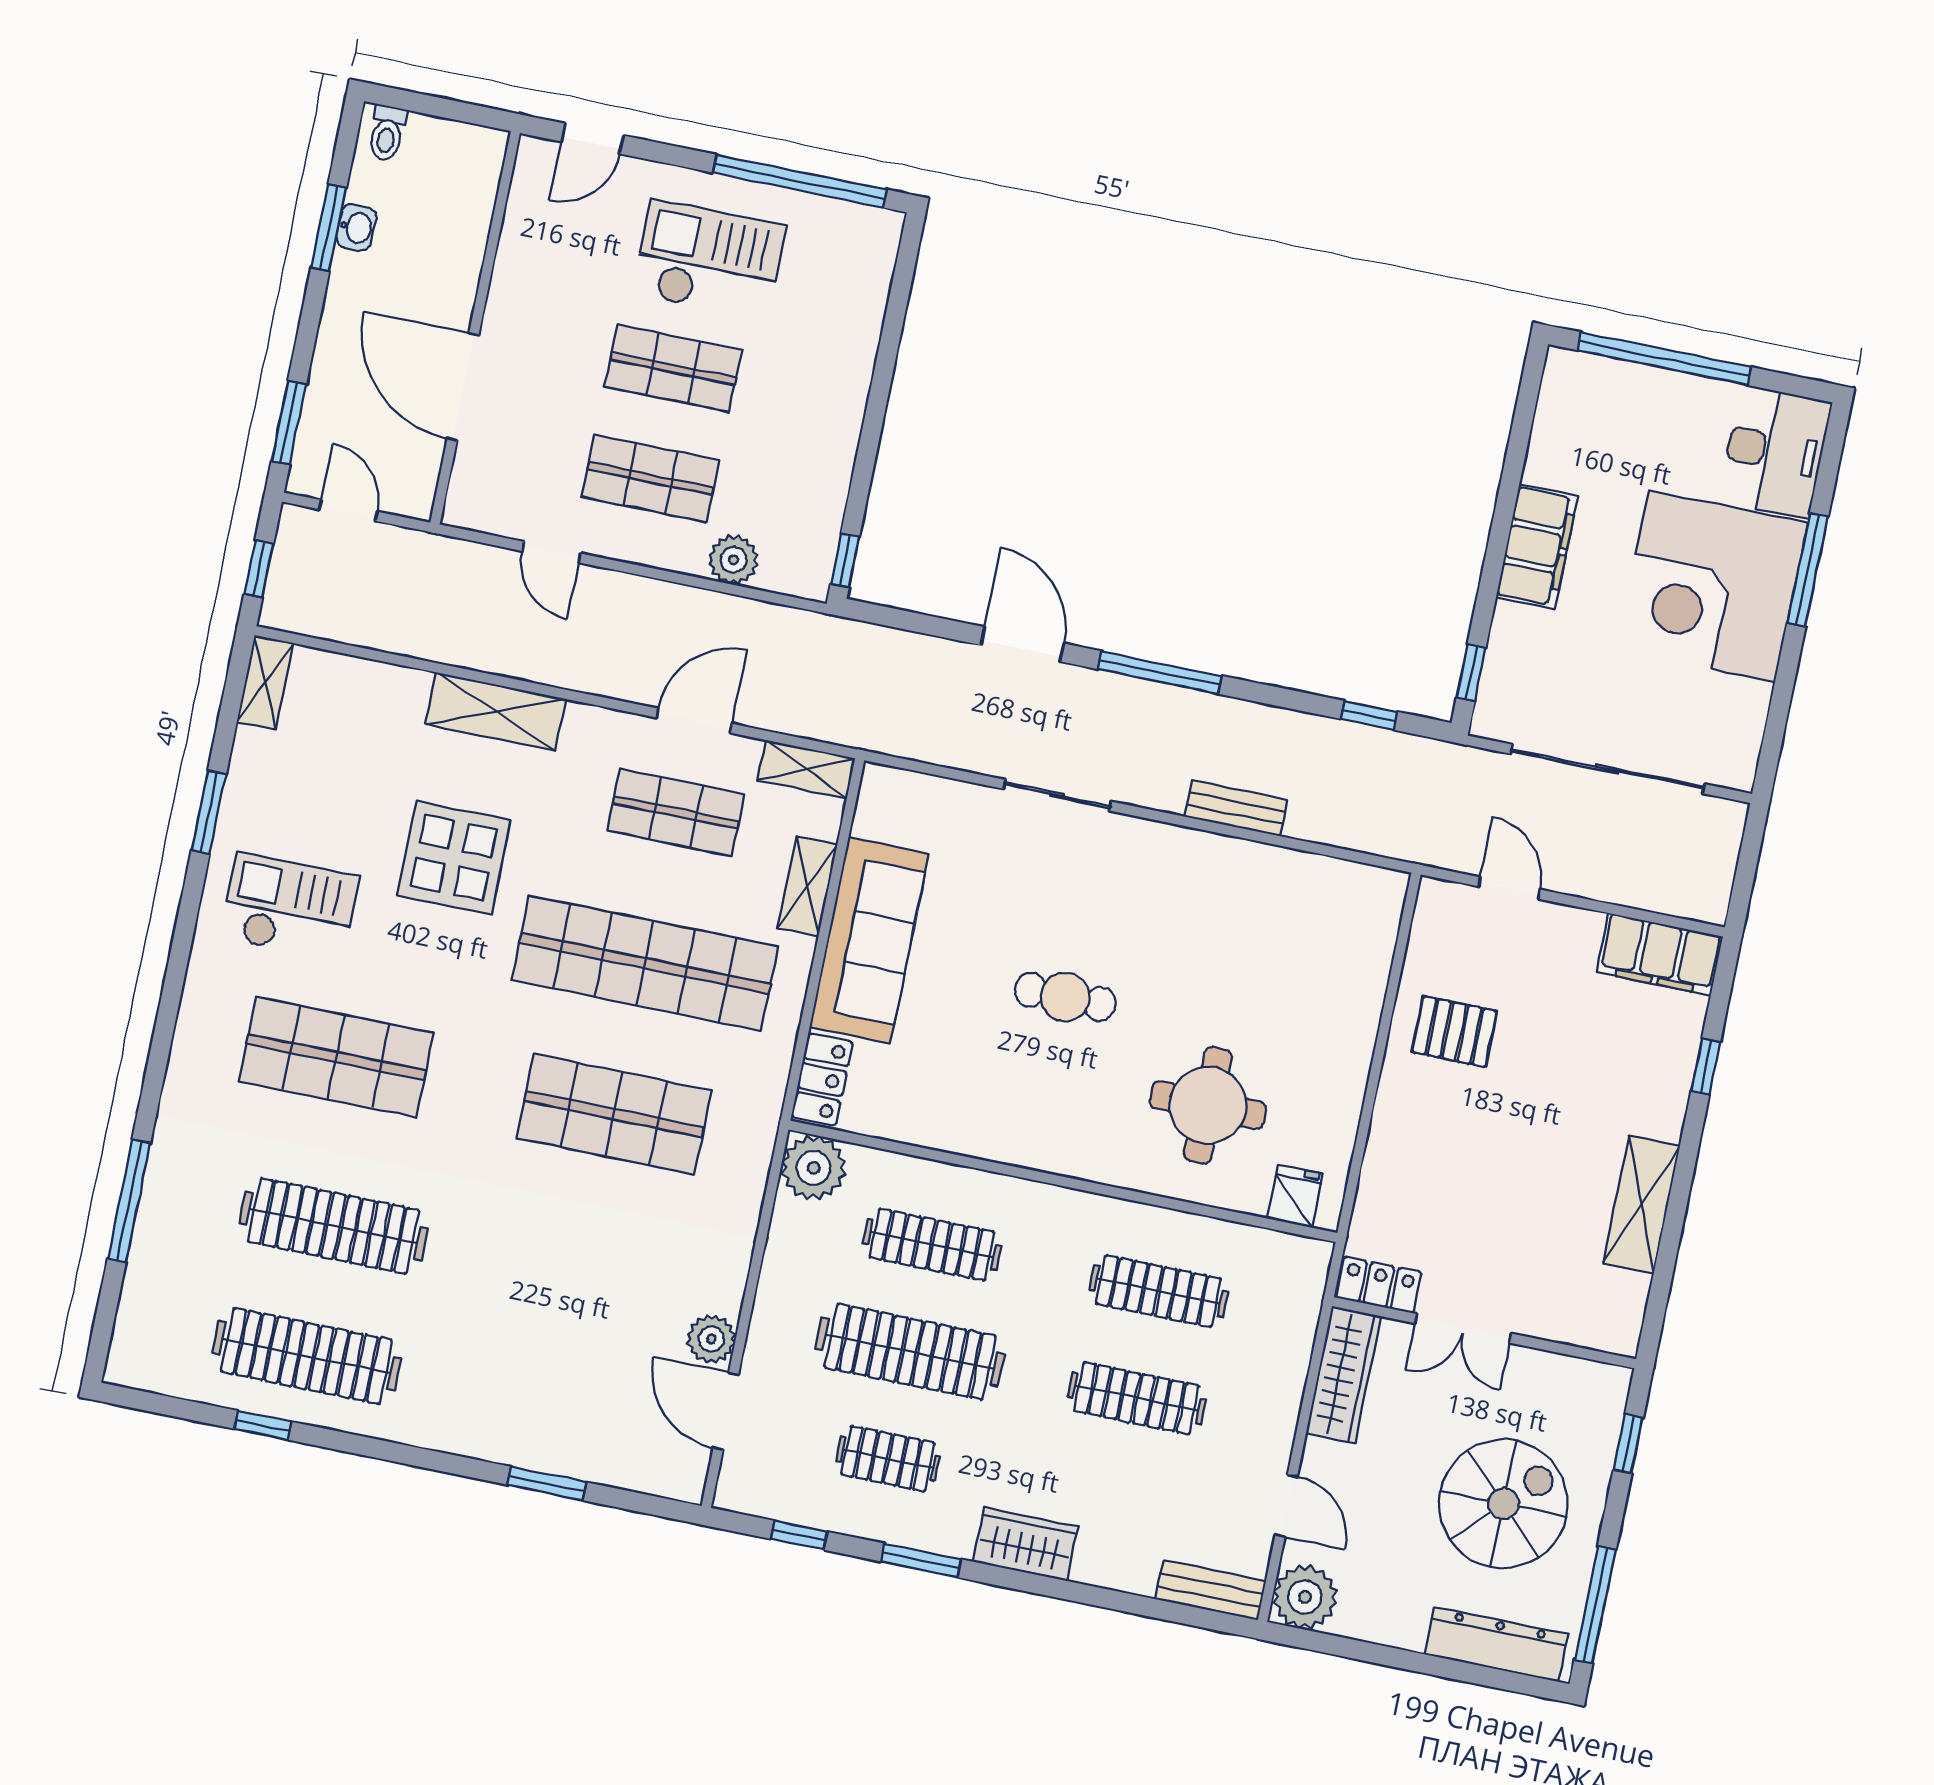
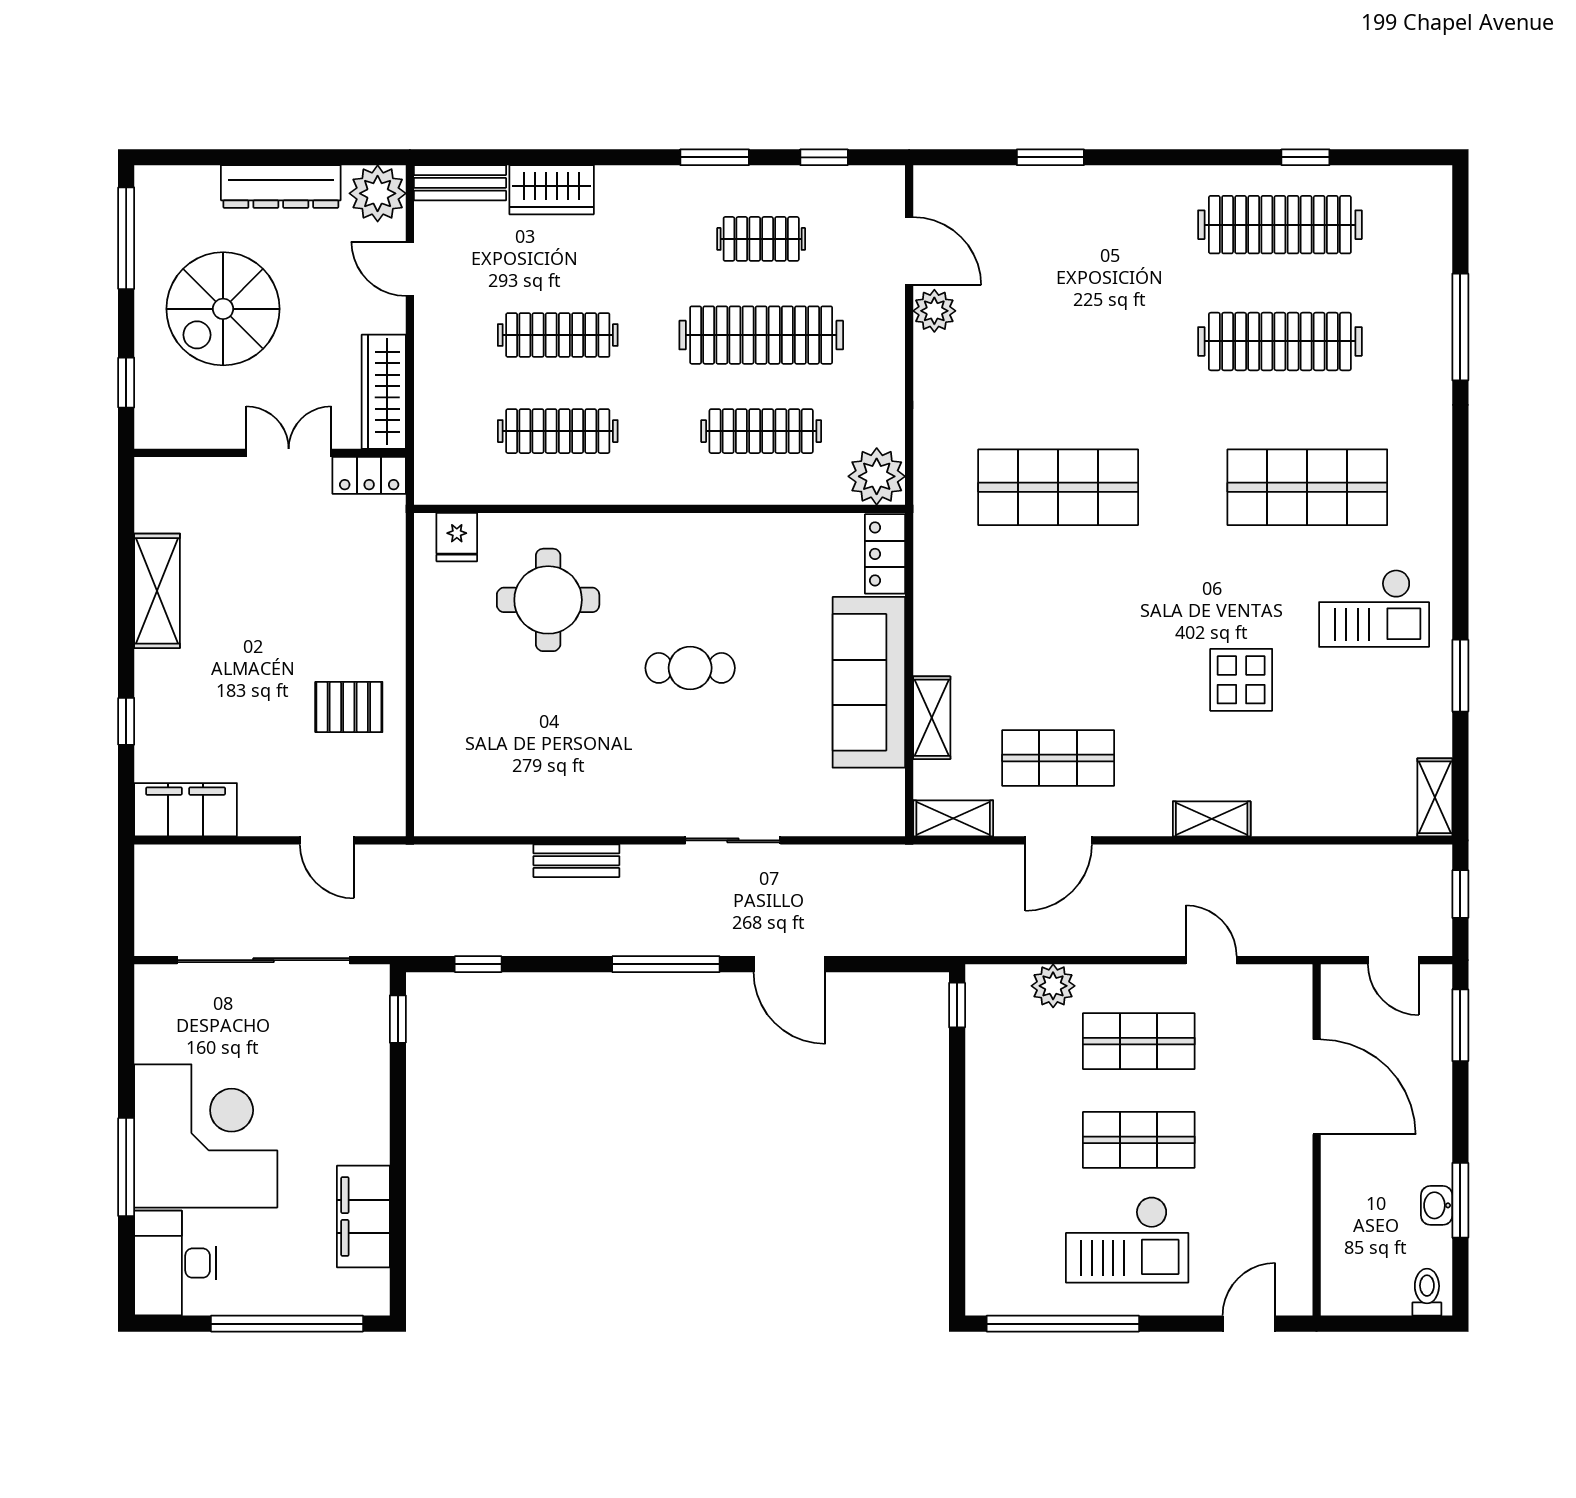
filing cabinet: (1537, 547) -> (363, 1216), moved
shelving: (496, 712) -> (1212, 819), width x0.67, depth x0.75
display table: (454, 858) -> (1241, 680), width x0.73, depth x0.73
shop shelf: (645, 963) -> (1058, 623), removed
wardrobe: (1026, 1544) -> (552, 190), moved
dresser: (1496, 1644) -> (281, 187), moved

